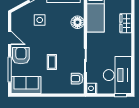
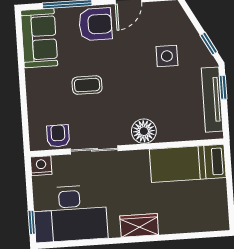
floor lamp: (77, 22) -> (144, 131), moved
wardrobe: (126, 23) -> (139, 225), moved

